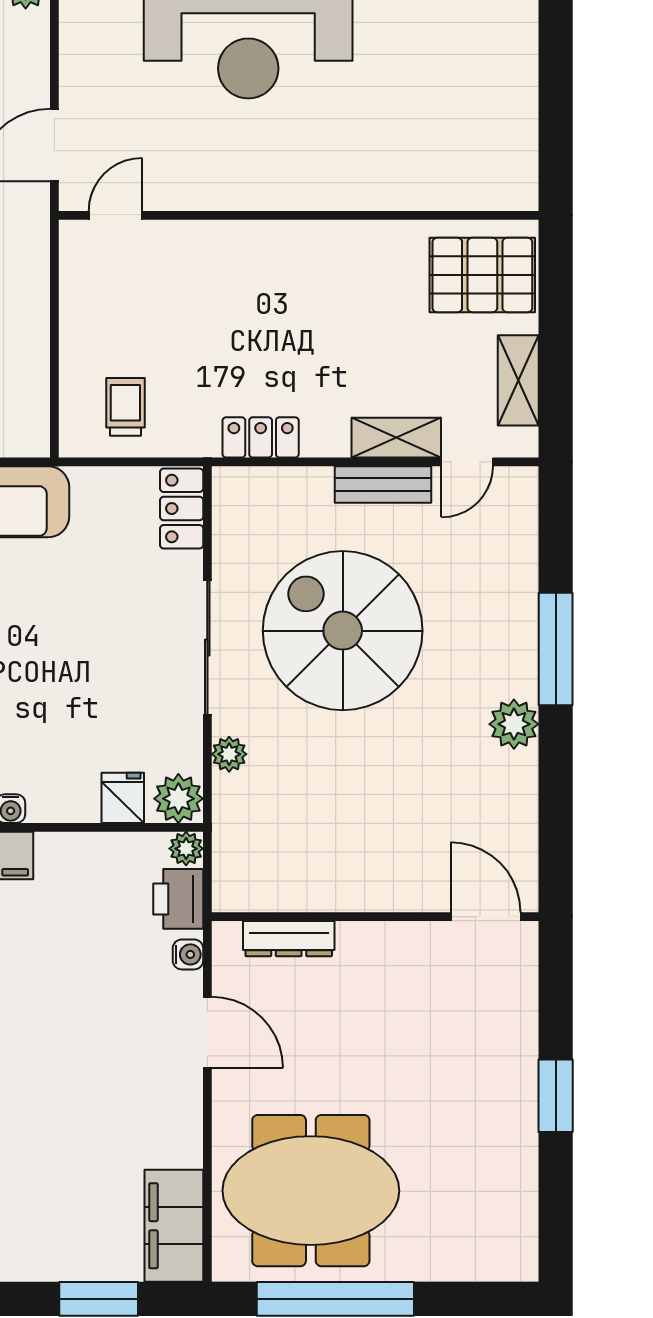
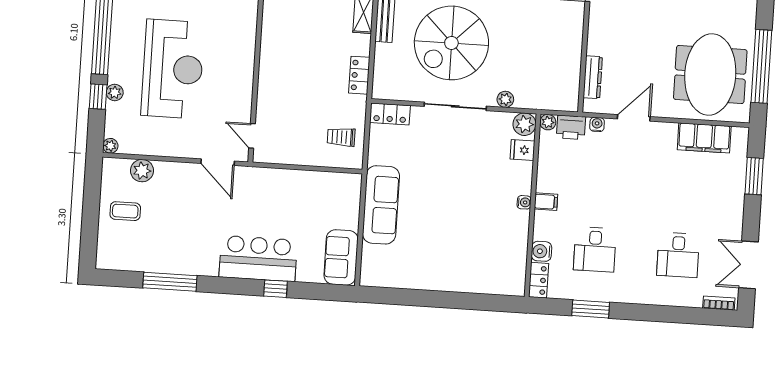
filing cabinet: (174, 1226) -> (704, 138), moved

